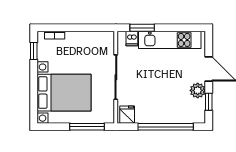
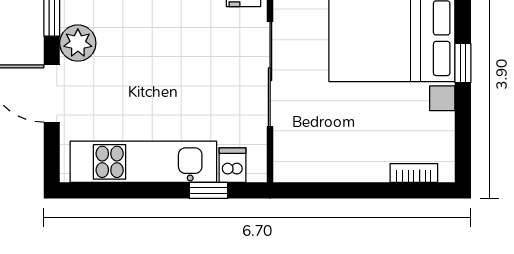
window: (142, 28) -> (209, 190), width x0.67
window: (34, 51) -> (463, 63), moved

